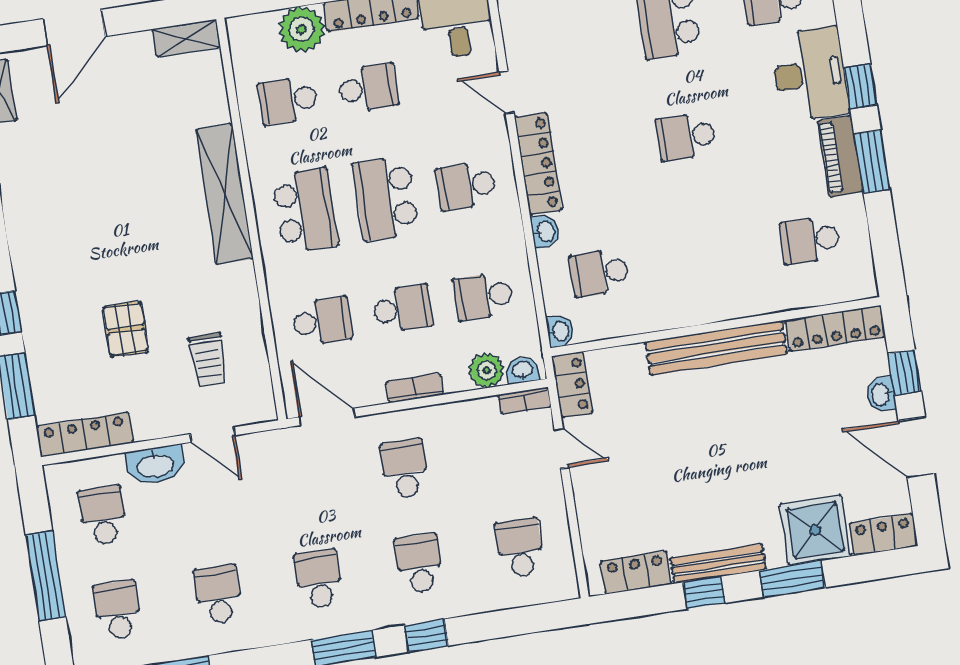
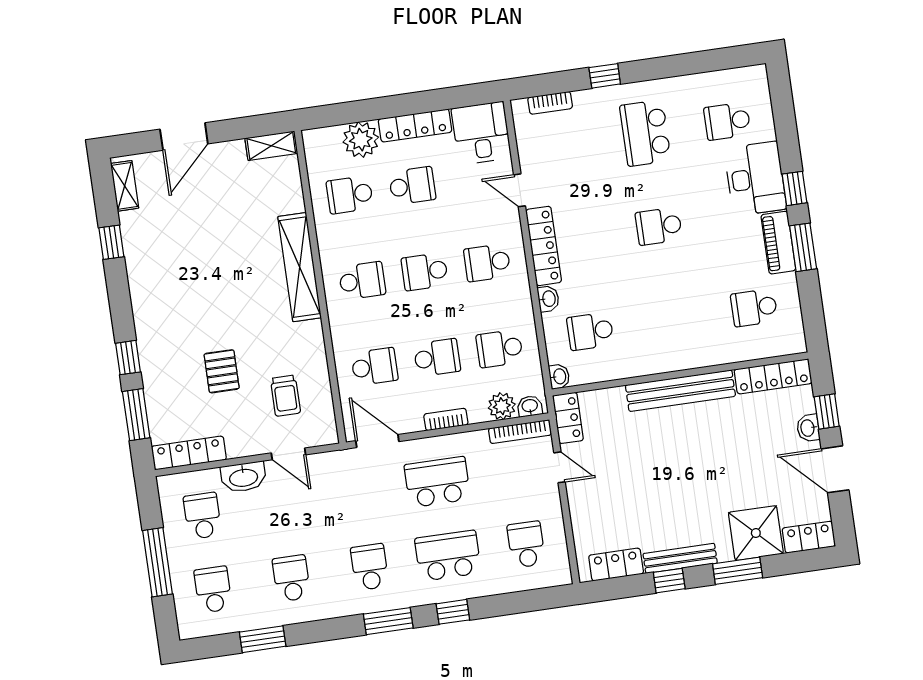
school desk: (386, 198) -> (425, 272), width x0.54
school desk: (305, 211) -> (362, 281), width x0.54
bookcase: (525, 401) -> (520, 432), width x1.56
school desk: (405, 469) -> (437, 482), width x1.85
school desk: (419, 563) -> (448, 556), width x1.85

